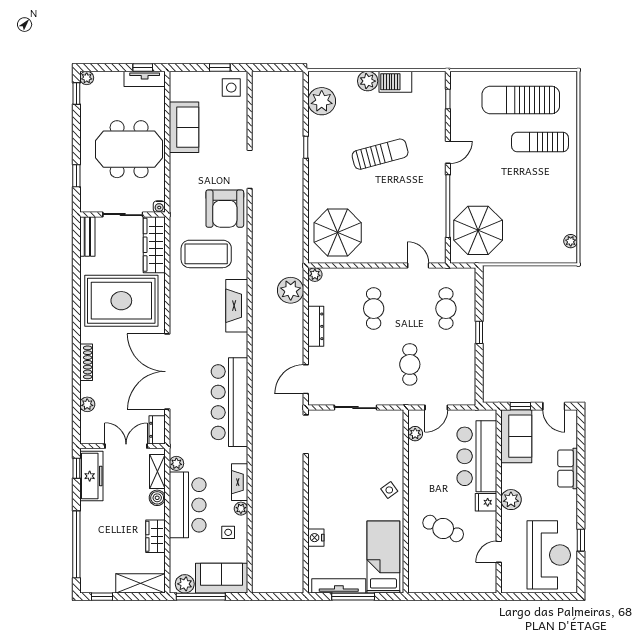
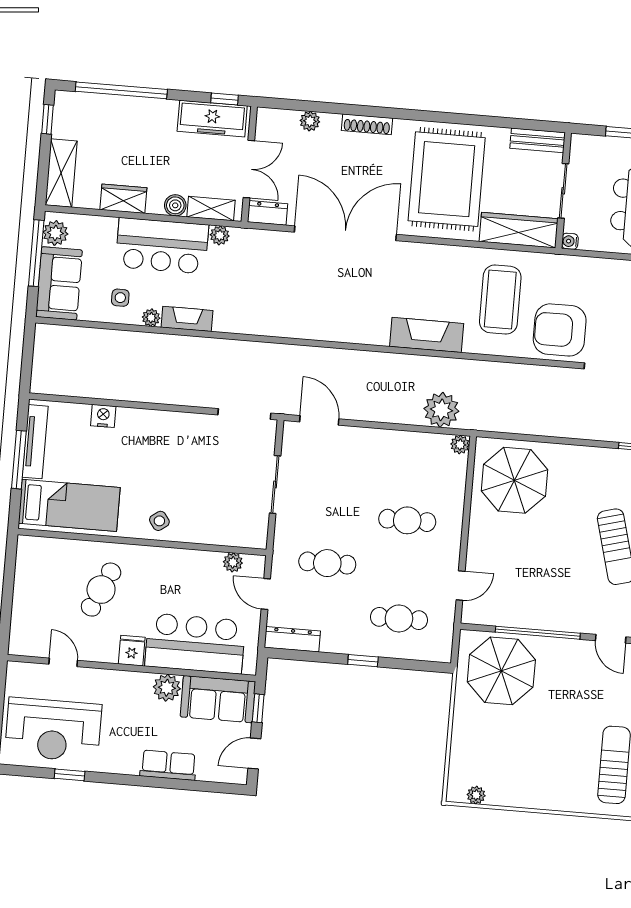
dresser: (316, 326) -> (292, 639), moved, turned 180
bar counter: (229, 402) -> (297, 314), removed
plant: (511, 500) -> (167, 688), moved

